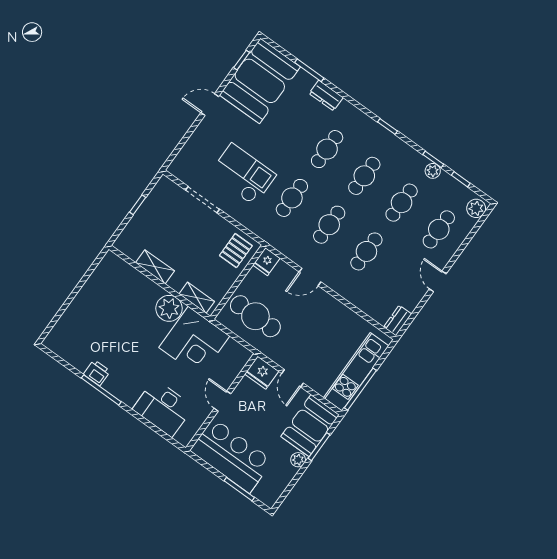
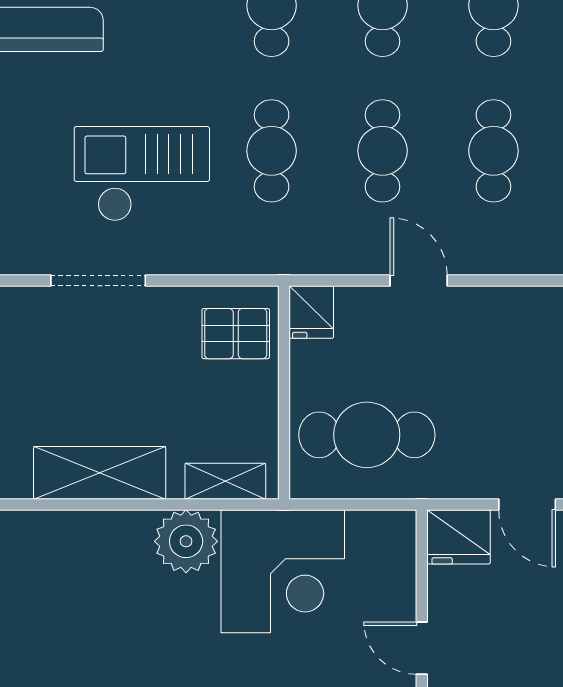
pallet: (236, 251) -> (236, 334), turned 90
shelving: (155, 267) -> (100, 473), width x1.50, depth x1.33
door: (310, 277) -> (419, 281), swing flipped

